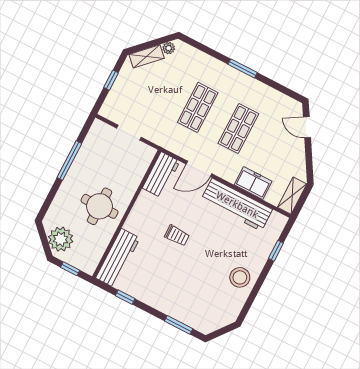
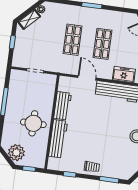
door: (199, 169) -> (87, 78), swing flipped
workbench: (161, 175) -> (63, 106), moved
trolley: (177, 235) -> (92, 167), moved
workbench: (118, 258) -> (58, 139), moved

